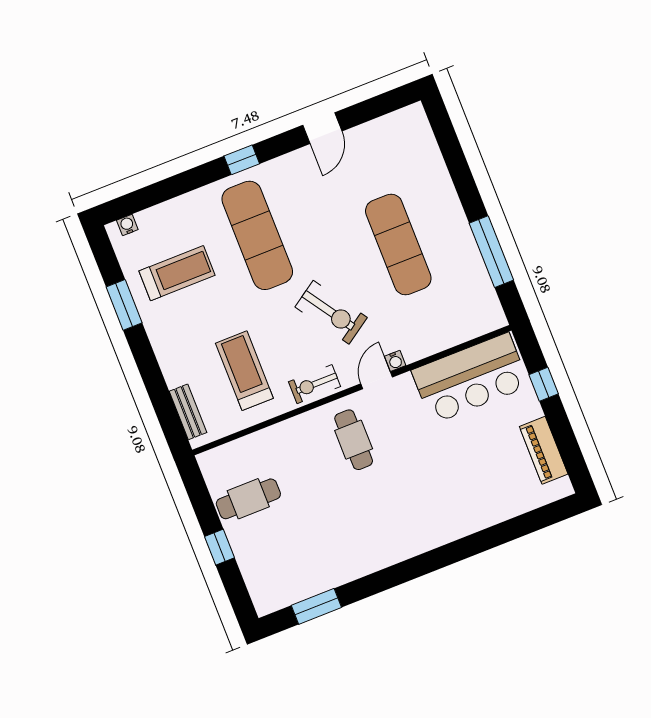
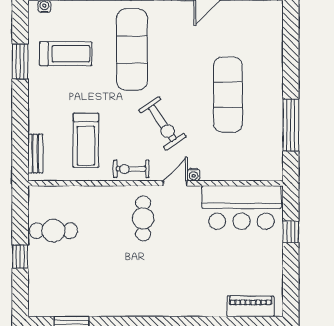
treadmill: (244, 371) -> (86, 140), turned 180
piano: (544, 450) -> (251, 306), moved, turned 90

